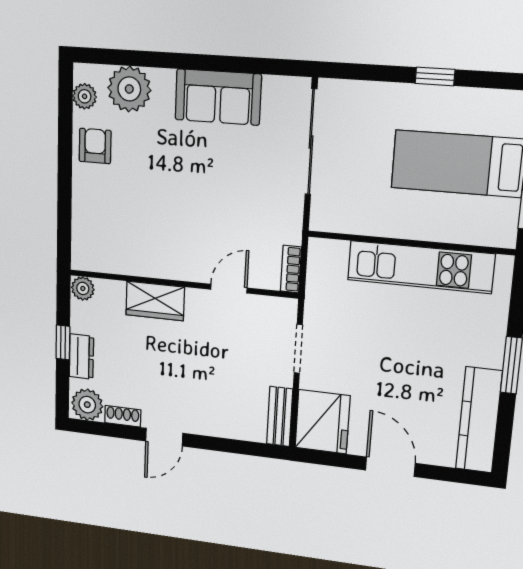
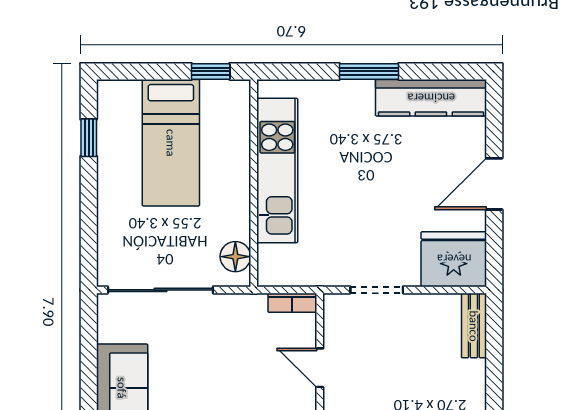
window: (435, 76) -> (89, 138), moved
floor lamp: (339, 219) -> (235, 257), added
bench: (280, 417) -> (474, 326), moved, turned 90

